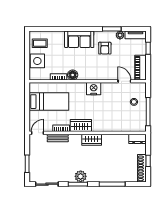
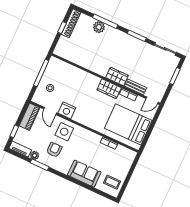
sofa: (79, 39) -> (84, 174), moved
side table: (37, 61) -> (64, 132), moved
floor lamp: (73, 75) -> (95, 139), removed
nightstand: (94, 89) -> (67, 110), moved
bed: (49, 102) -> (128, 124), width x1.50
dresser: (138, 139) -> (62, 52), removed
wardrobe: (92, 140) -> (117, 76), moved
plant: (81, 176) -> (99, 27), moved

